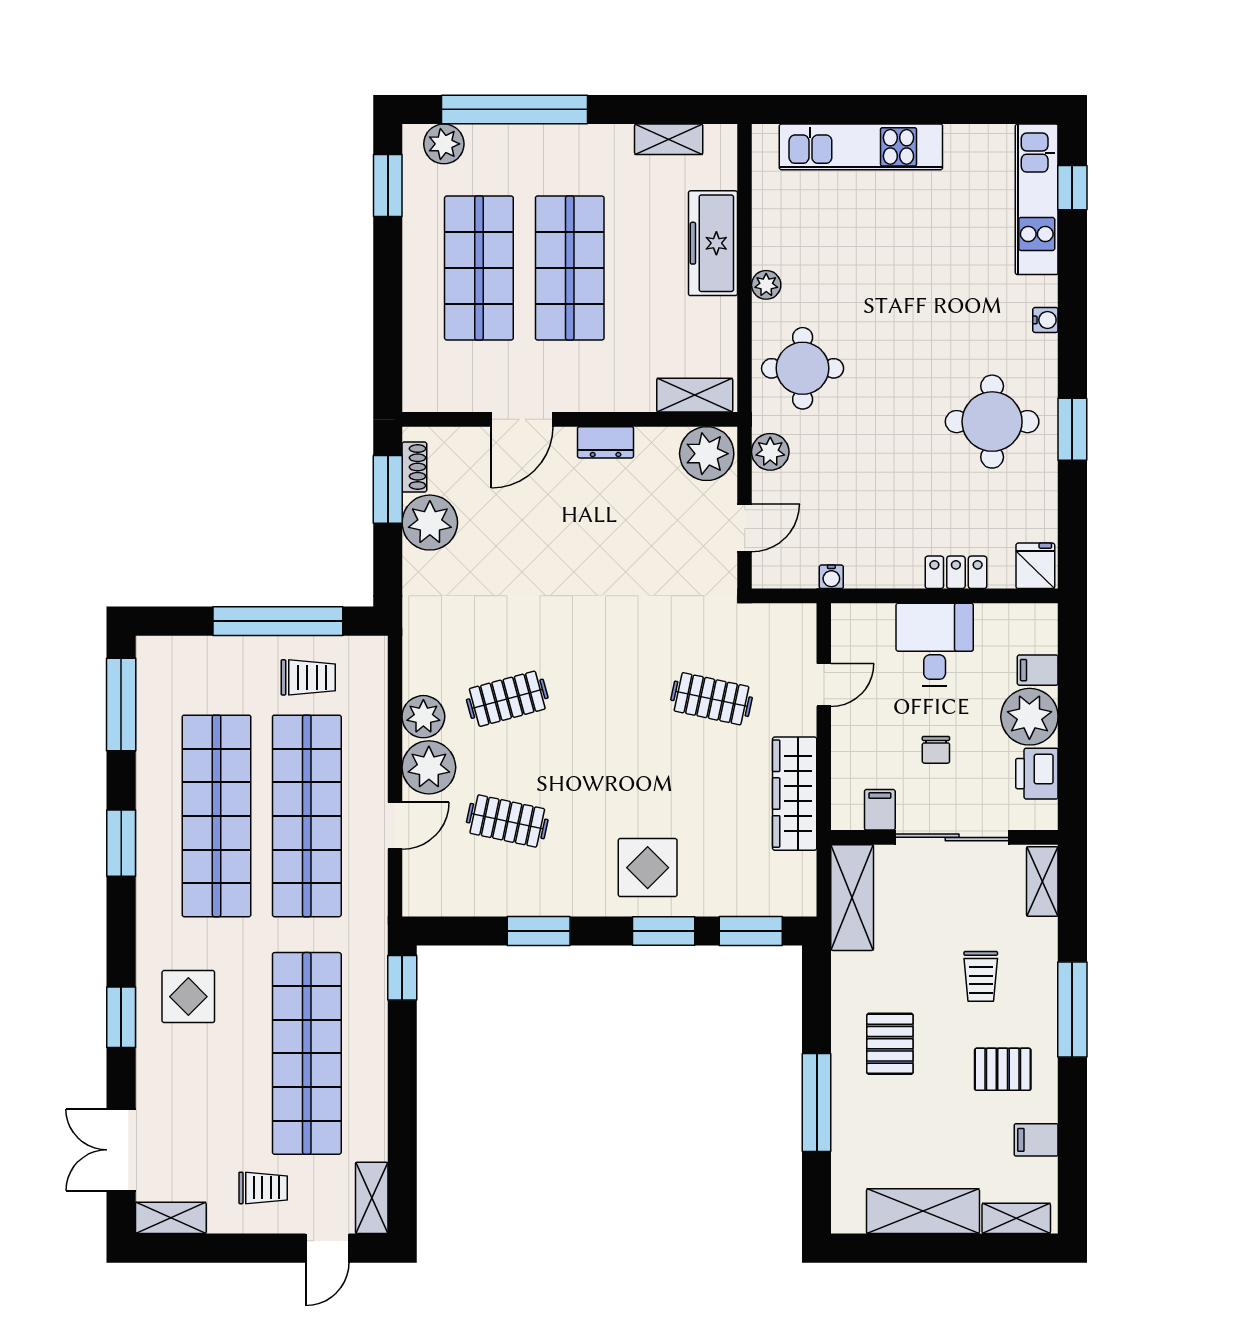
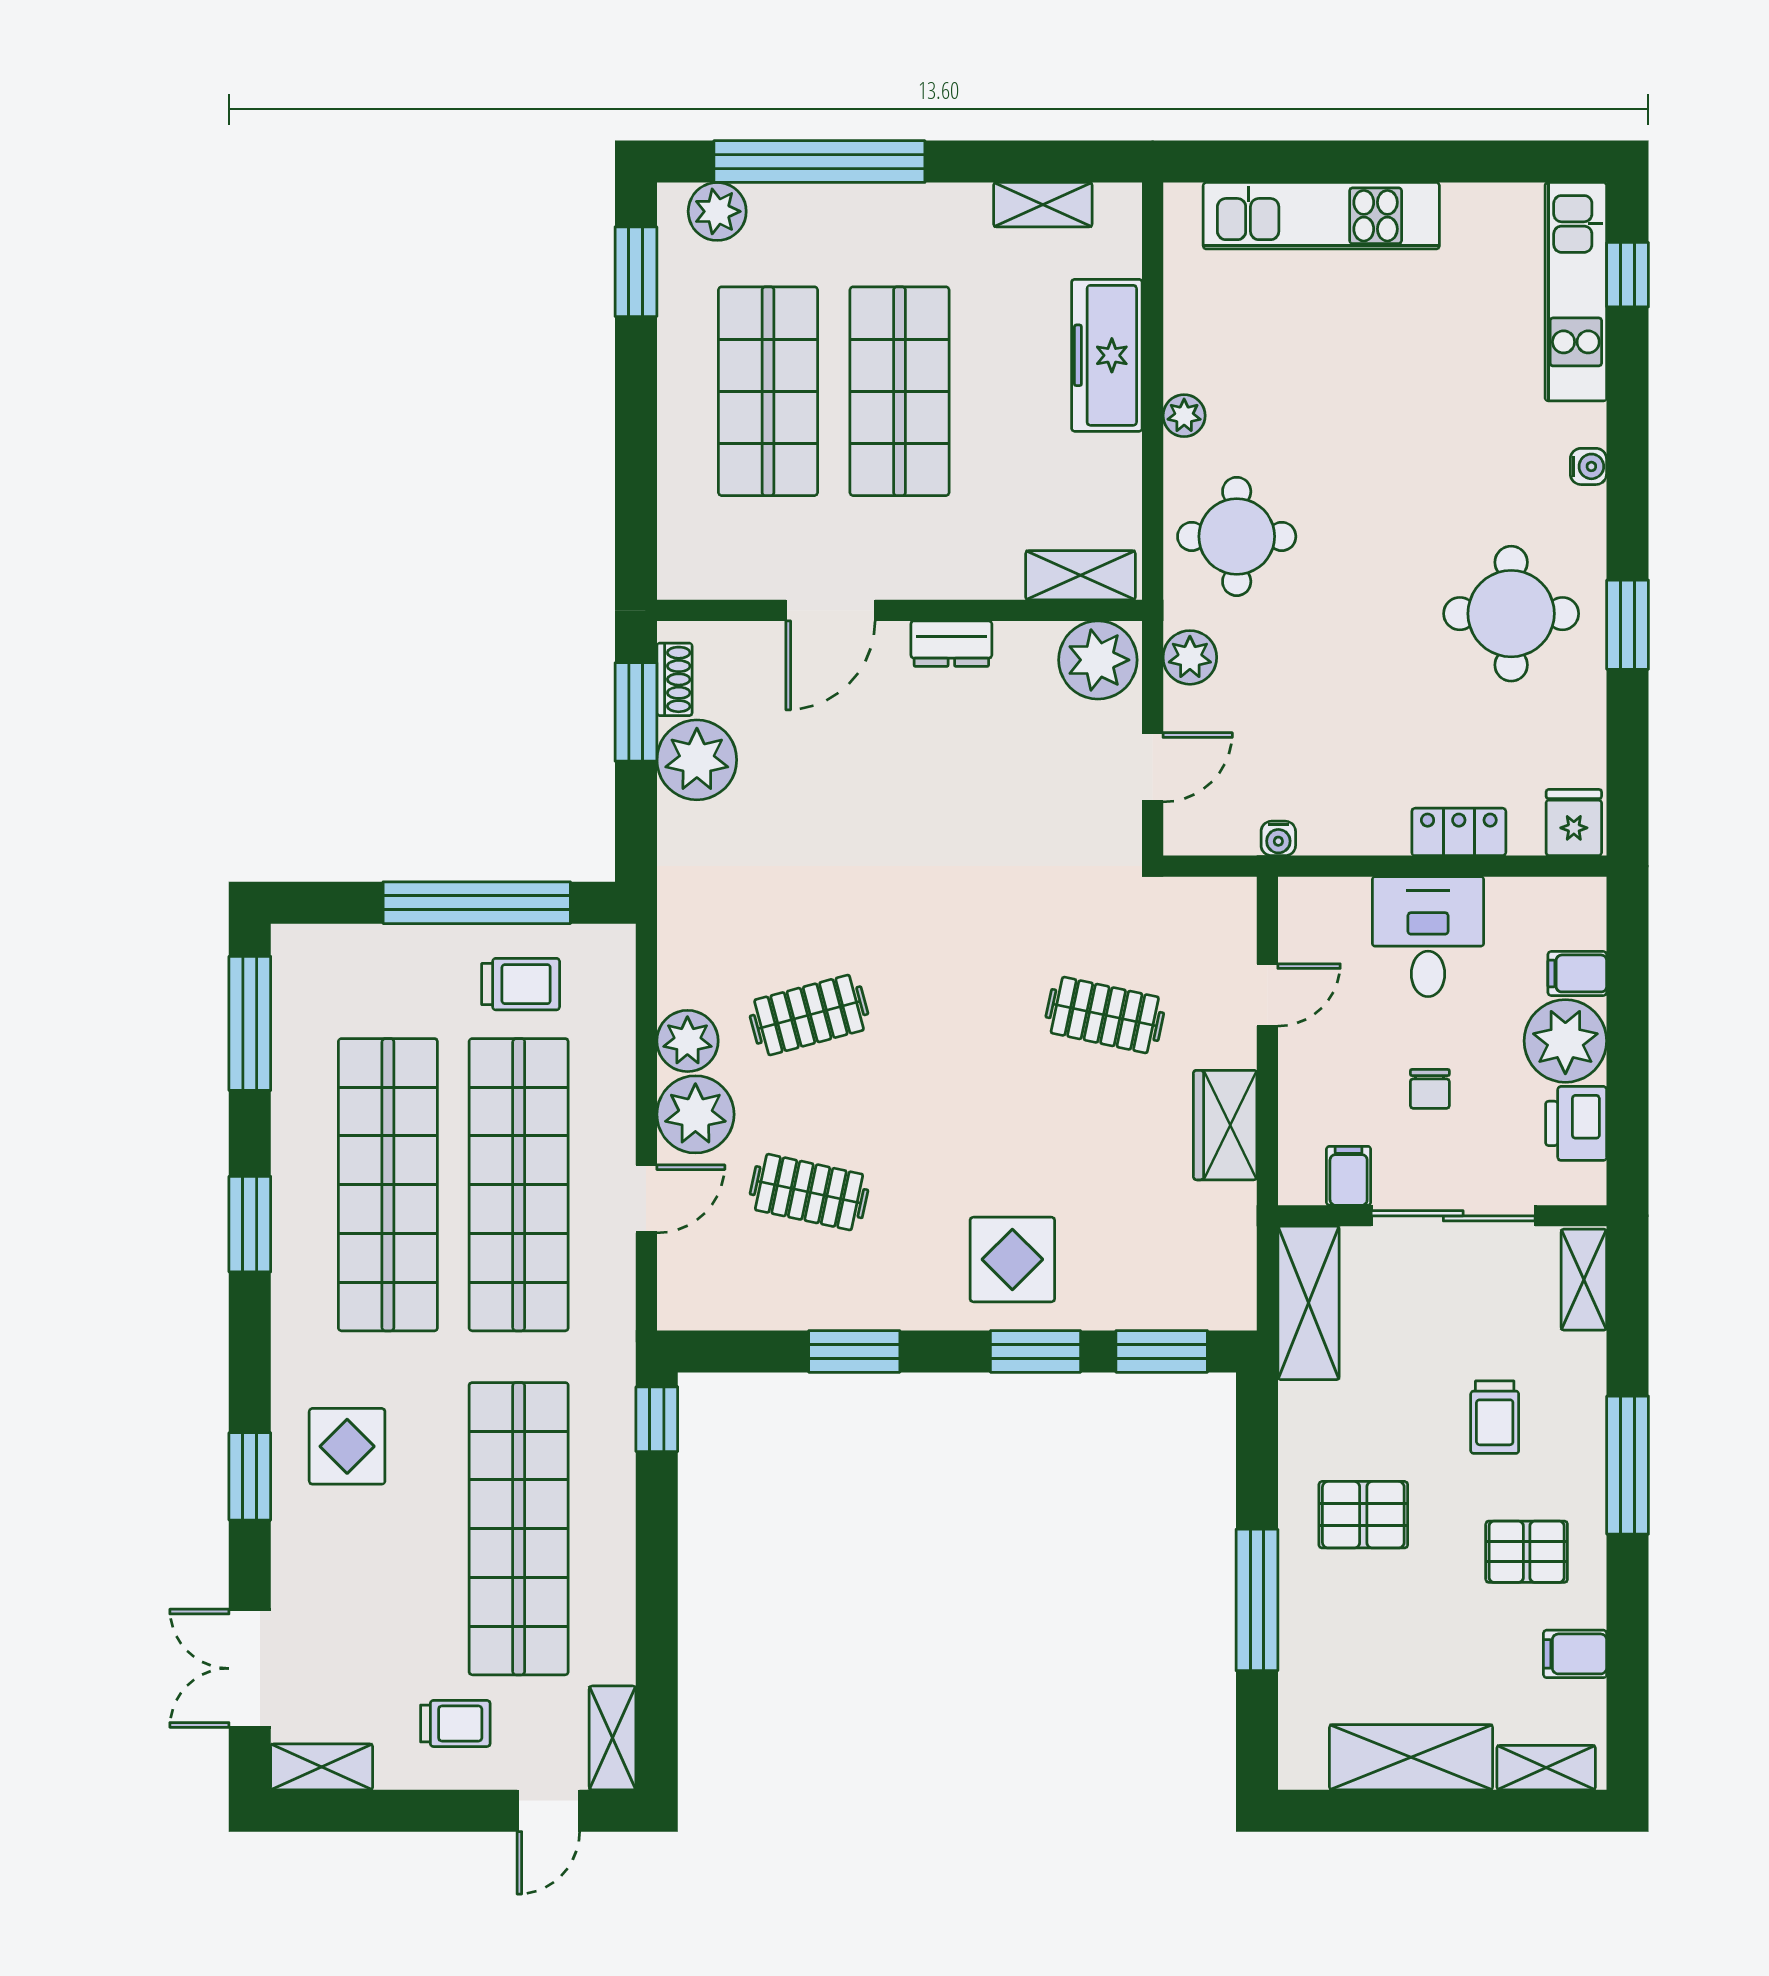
wardrobe: (795, 794) -> (1225, 1125), width x0.67
pallet: (890, 1044) -> (1363, 1515), turned 90

